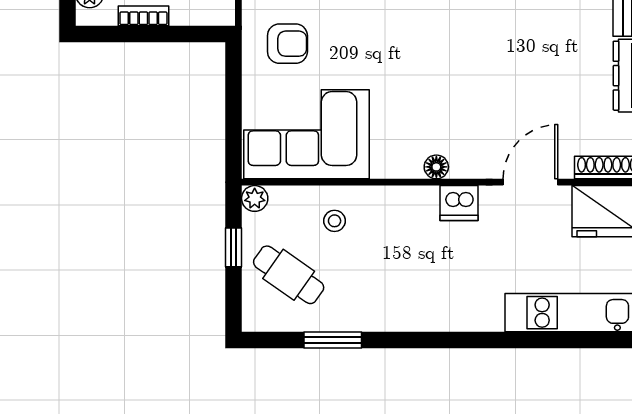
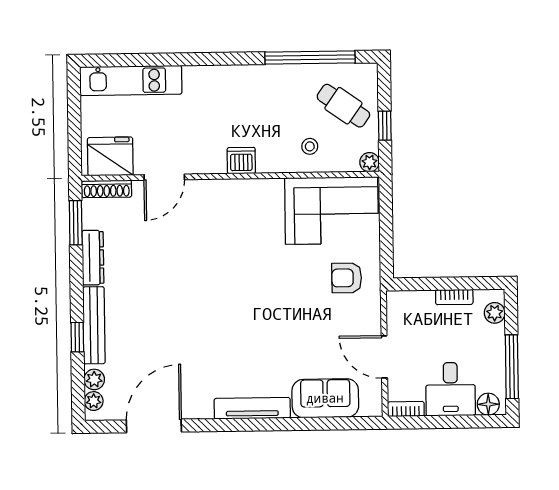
floor lamp: (436, 167) -> (235, 188), removed
dishwasher: (459, 203) -> (241, 161), moved
window: (333, 340) -> (310, 58), width x2.11

